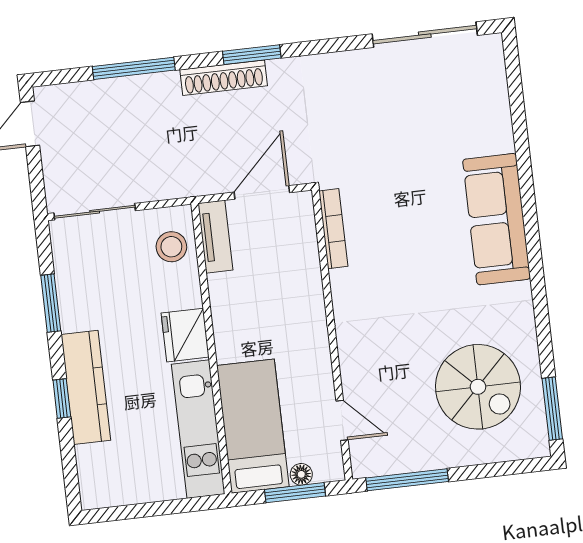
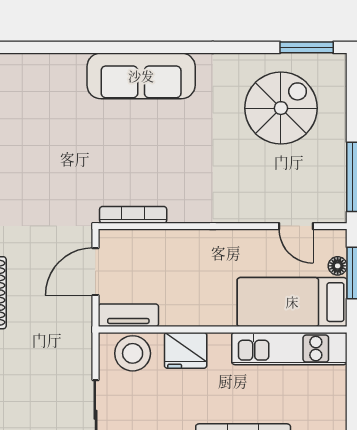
door: (262, 192) -> (95, 272), hinge flipped
stool: (171, 247) -> (133, 353), width x1.38, depth x1.38
fridge: (185, 335) -> (186, 350), moved
door: (342, 420) -> (296, 226), swing flipped

